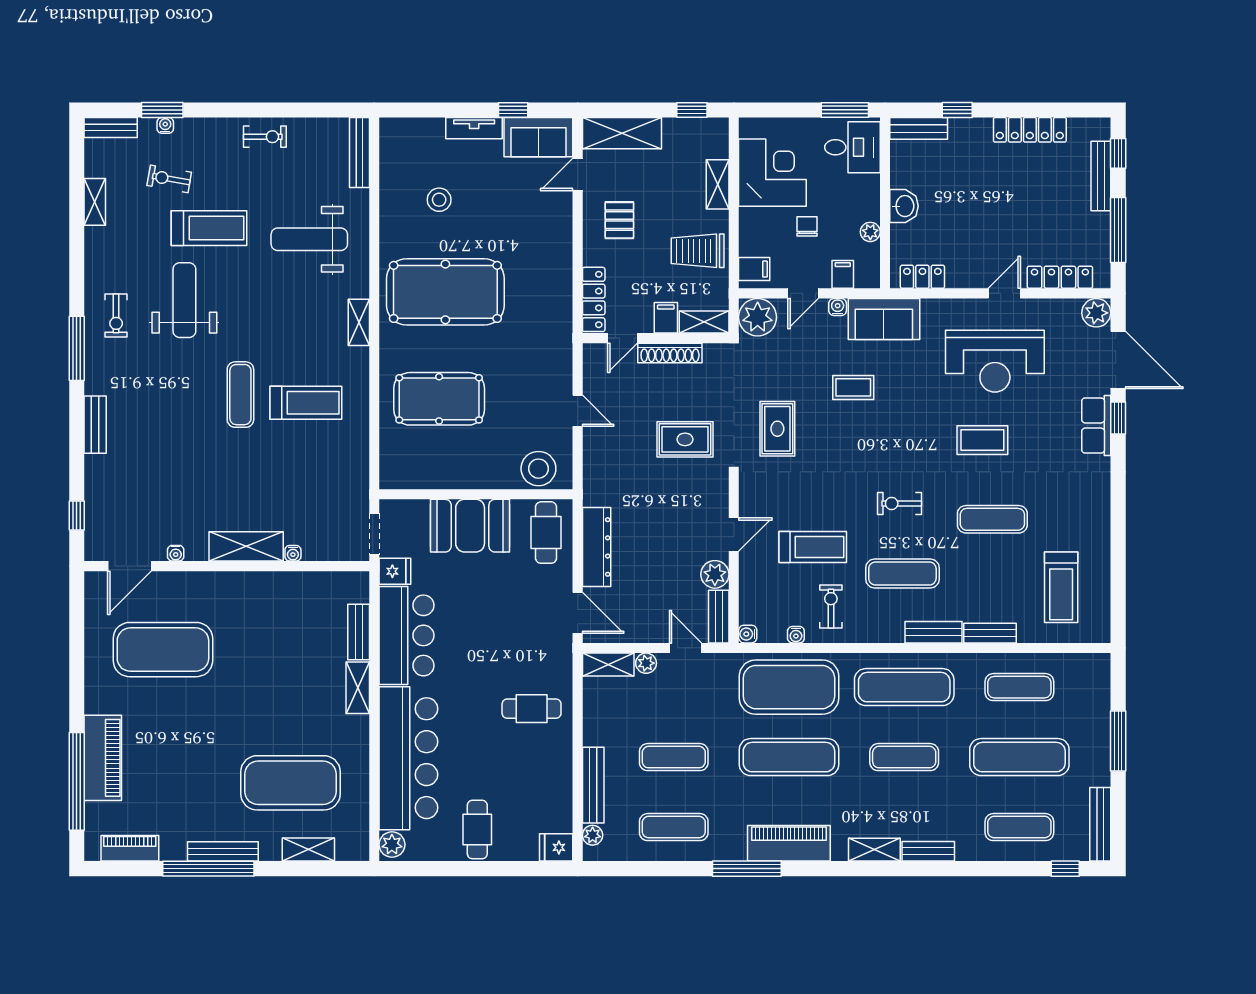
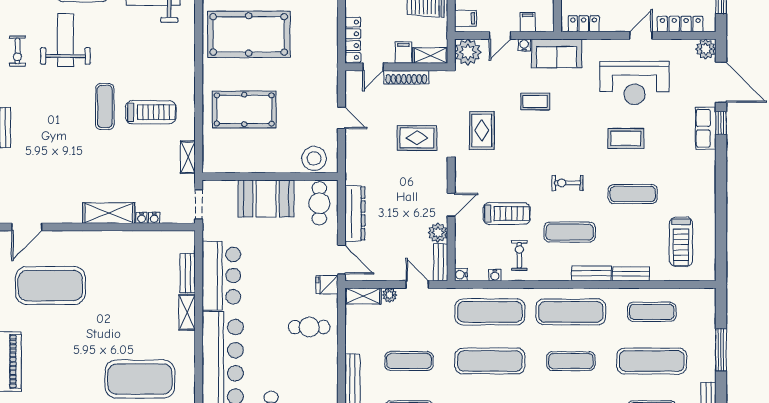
shelving: (359, 322) -> (188, 157), moved
water cooler: (176, 553) -> (154, 218), moved
fridge: (395, 571) -> (327, 285), moved, turned 180
exercise mat: (789, 687) -> (490, 312), width x0.68

